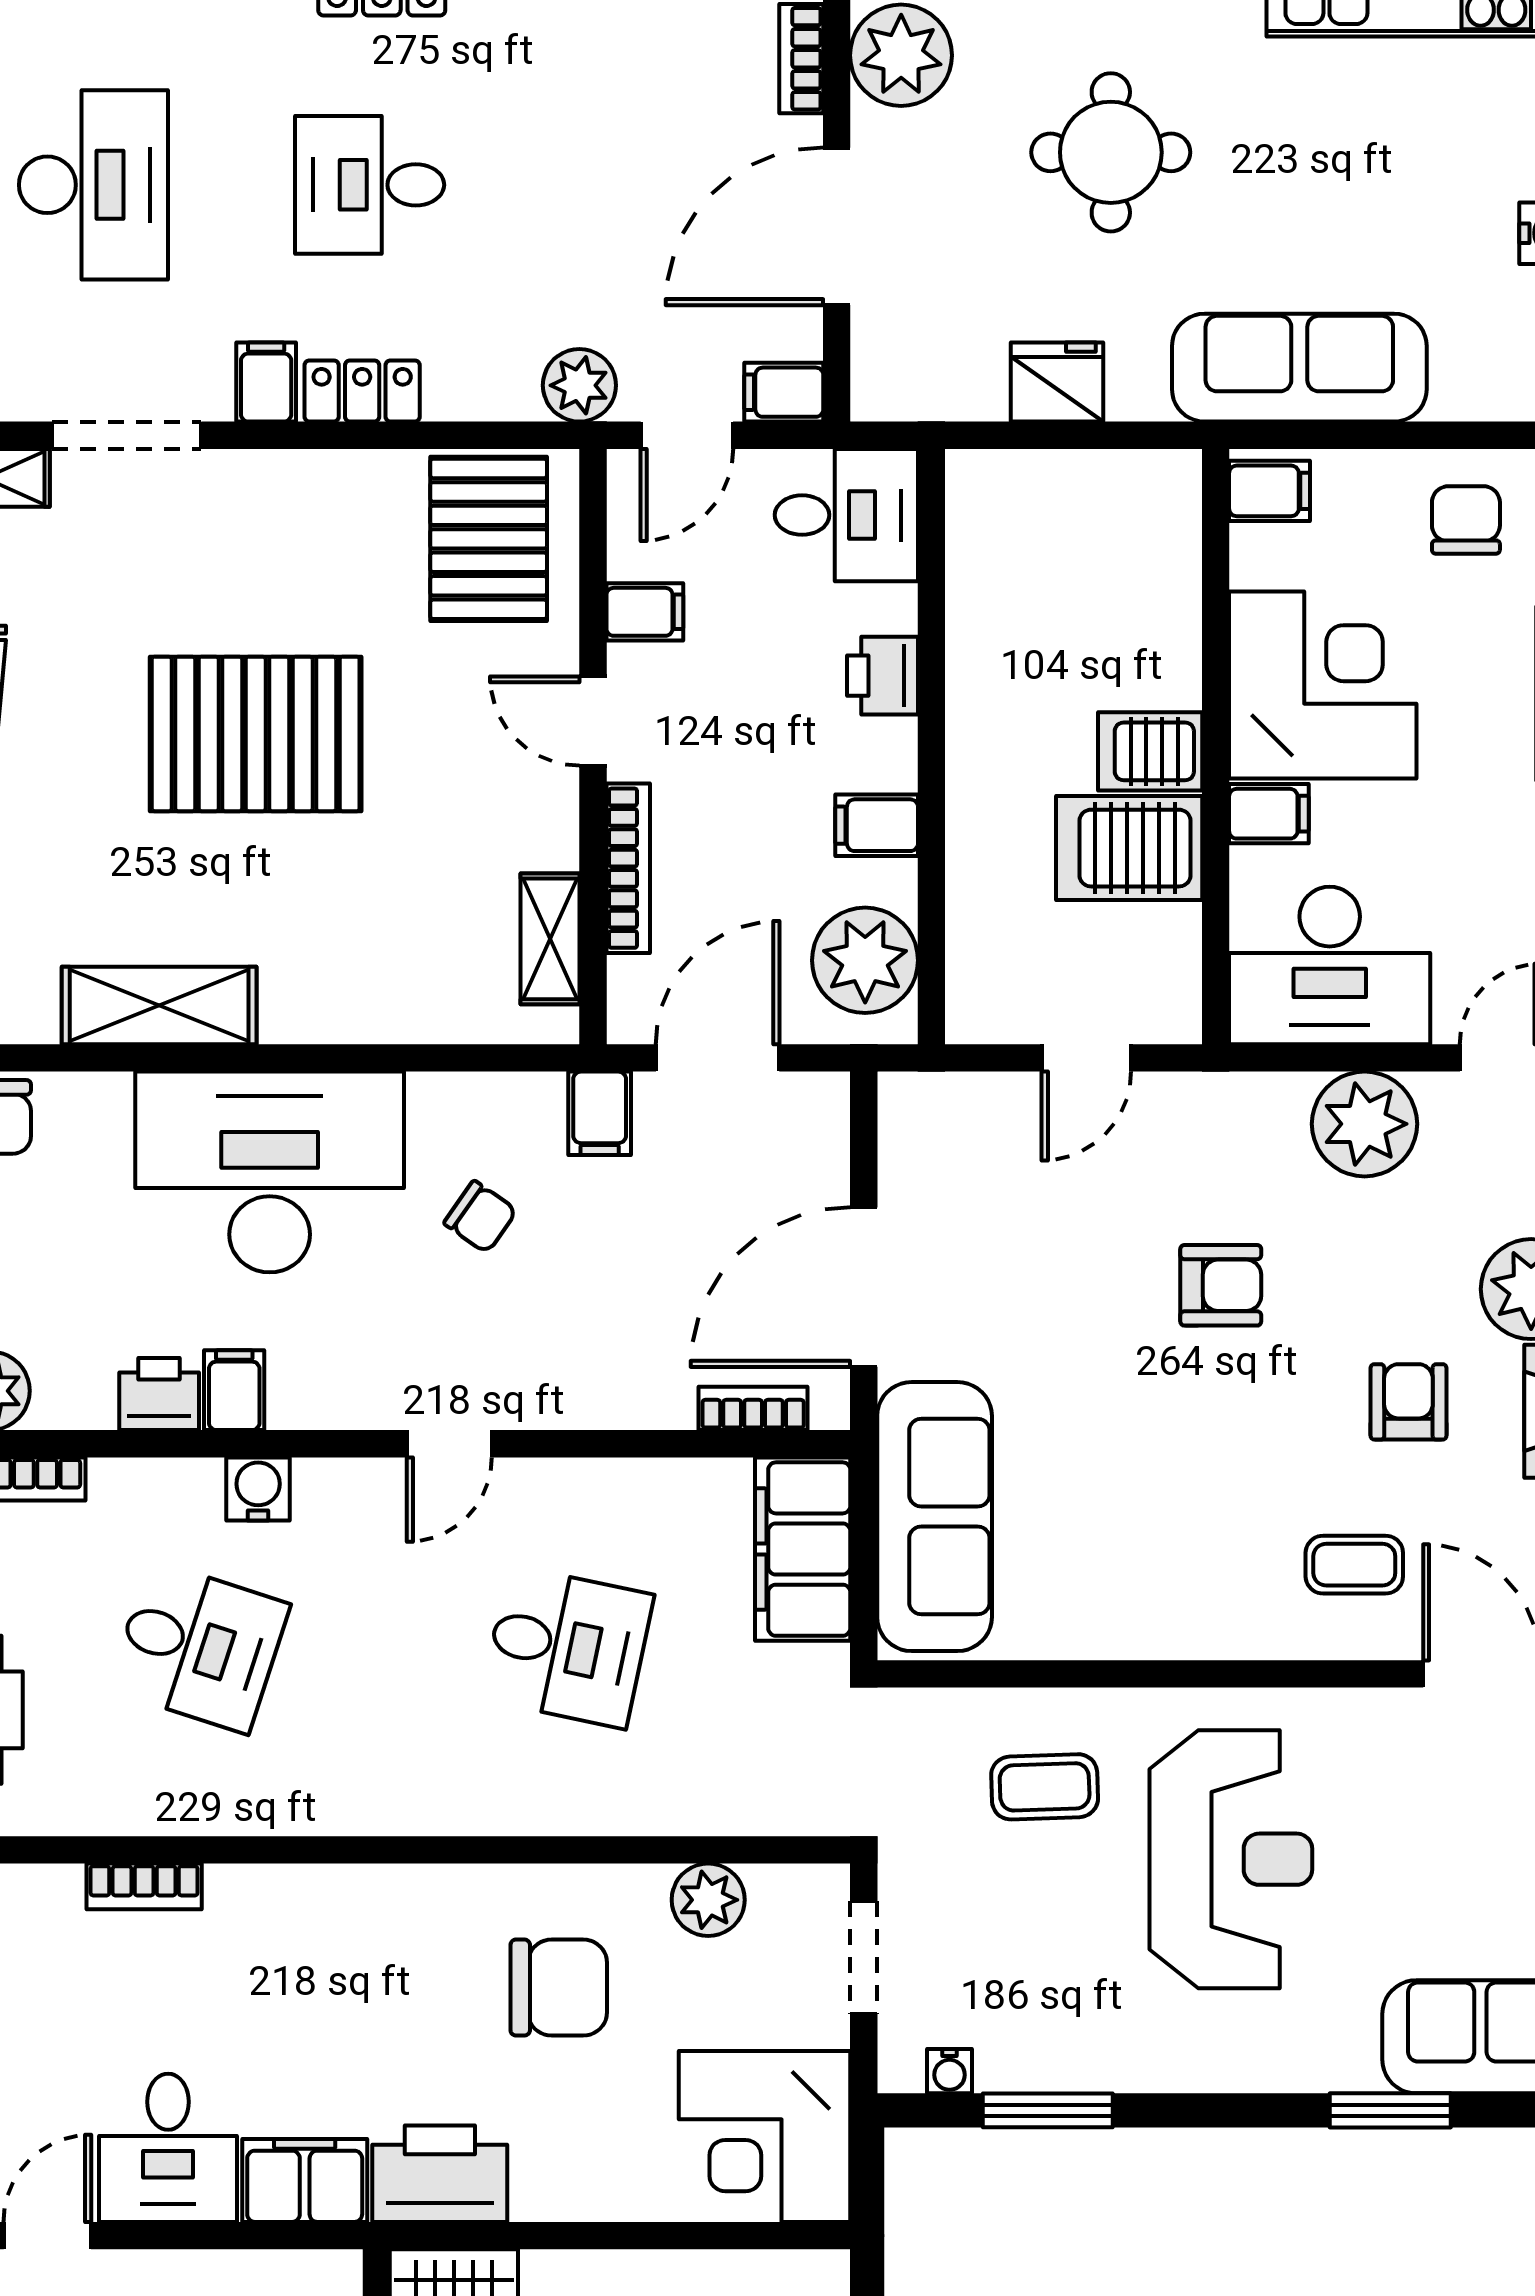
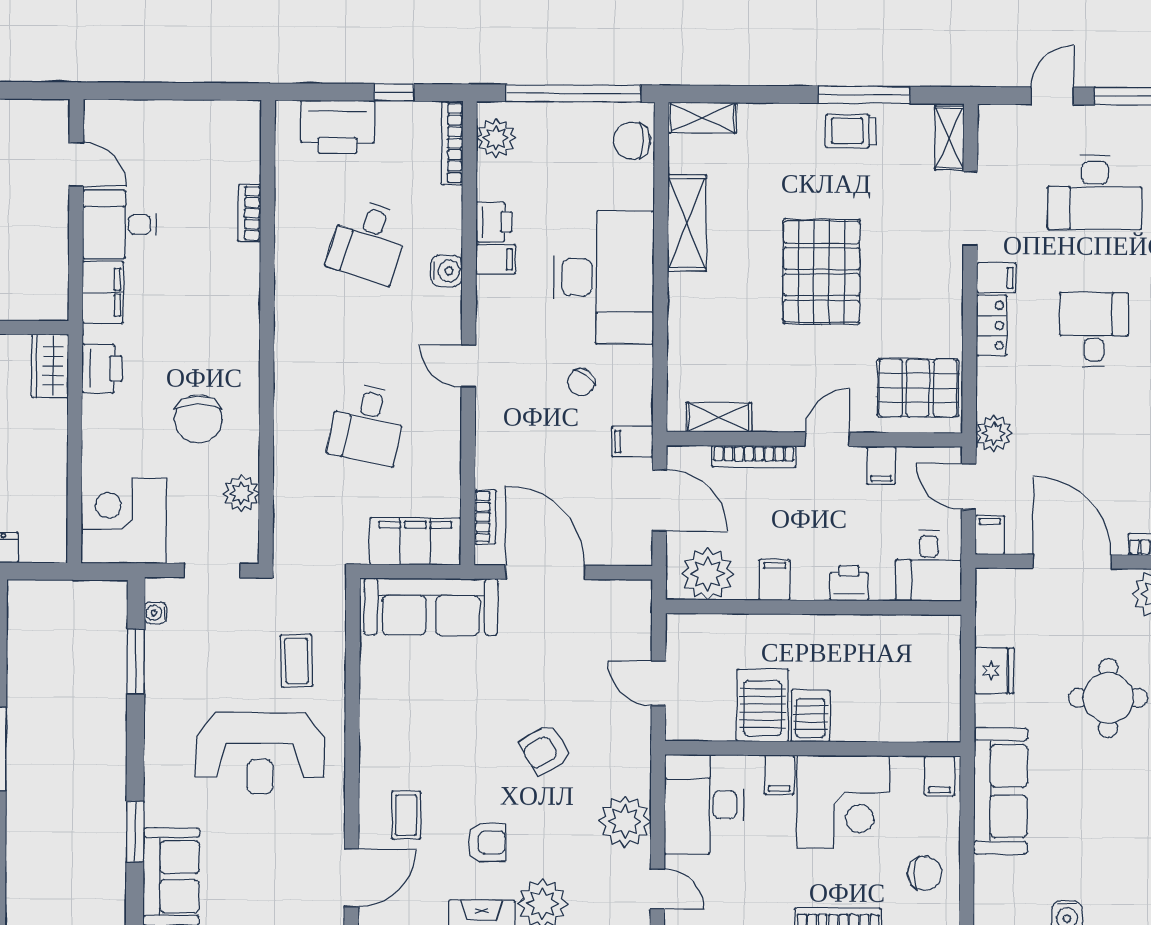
armchair: (1221, 1285) -> (545, 750), turned 59
printer: (440, 2174) -> (102, 368), width x0.73, depth x0.84

